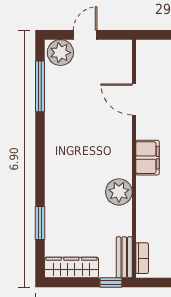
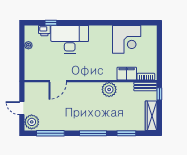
filing cabinet: (147, 158) -> (127, 74), moved
window: (40, 163) -> (93, 133), added

